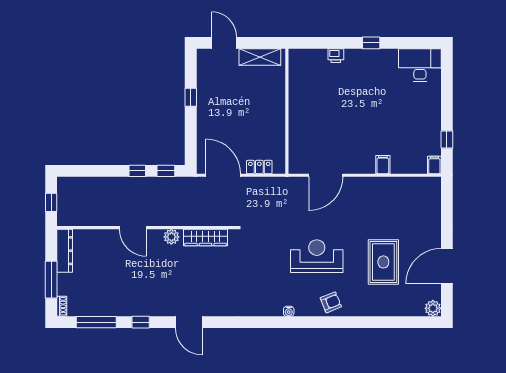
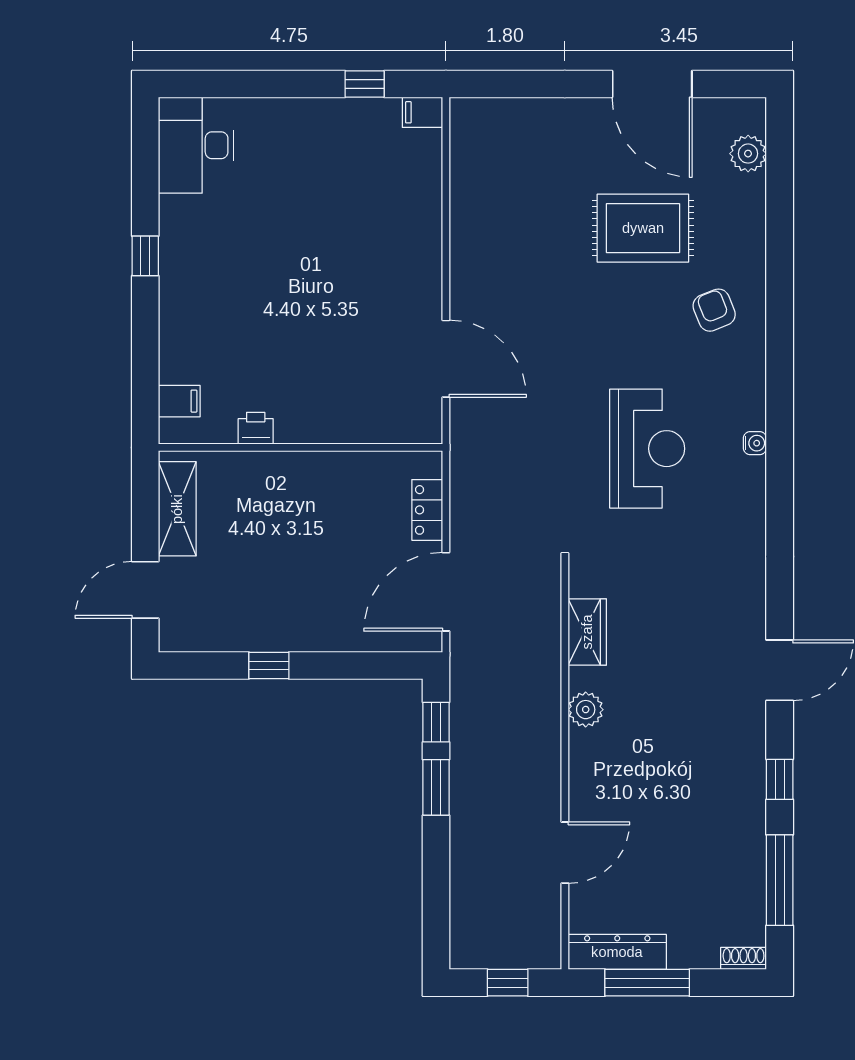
printer: (336, 56) -> (256, 428), moved, turned -90
filing cabinet: (383, 165) -> (179, 401), moved, turned 180
window: (137, 171) -> (436, 787), width x1.50
door: (133, 228) -> (565, 853), moved
wardrobe: (206, 238) -> (587, 632), width x0.67
reception desk: (317, 256) -> (647, 449), moved, turned 180
window: (51, 280) -> (647, 983), moved
armchair: (331, 302) -> (714, 310), moved
plant: (433, 308) -> (748, 154), moved

